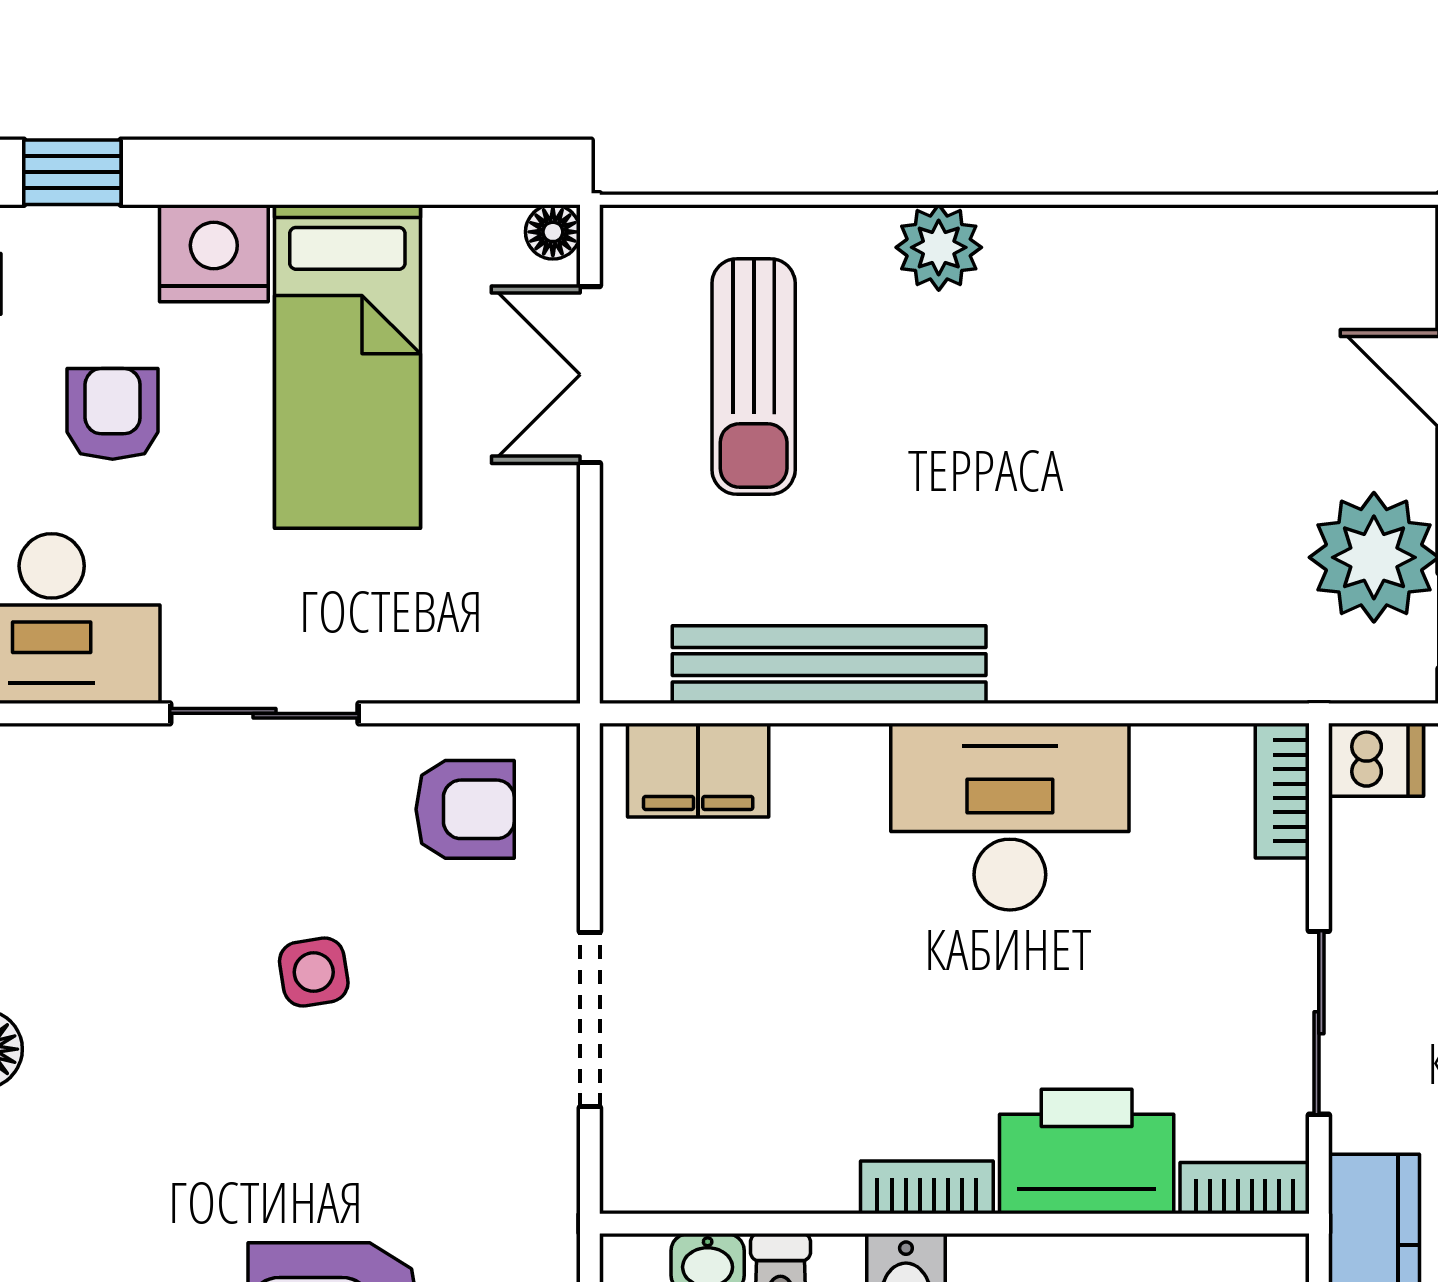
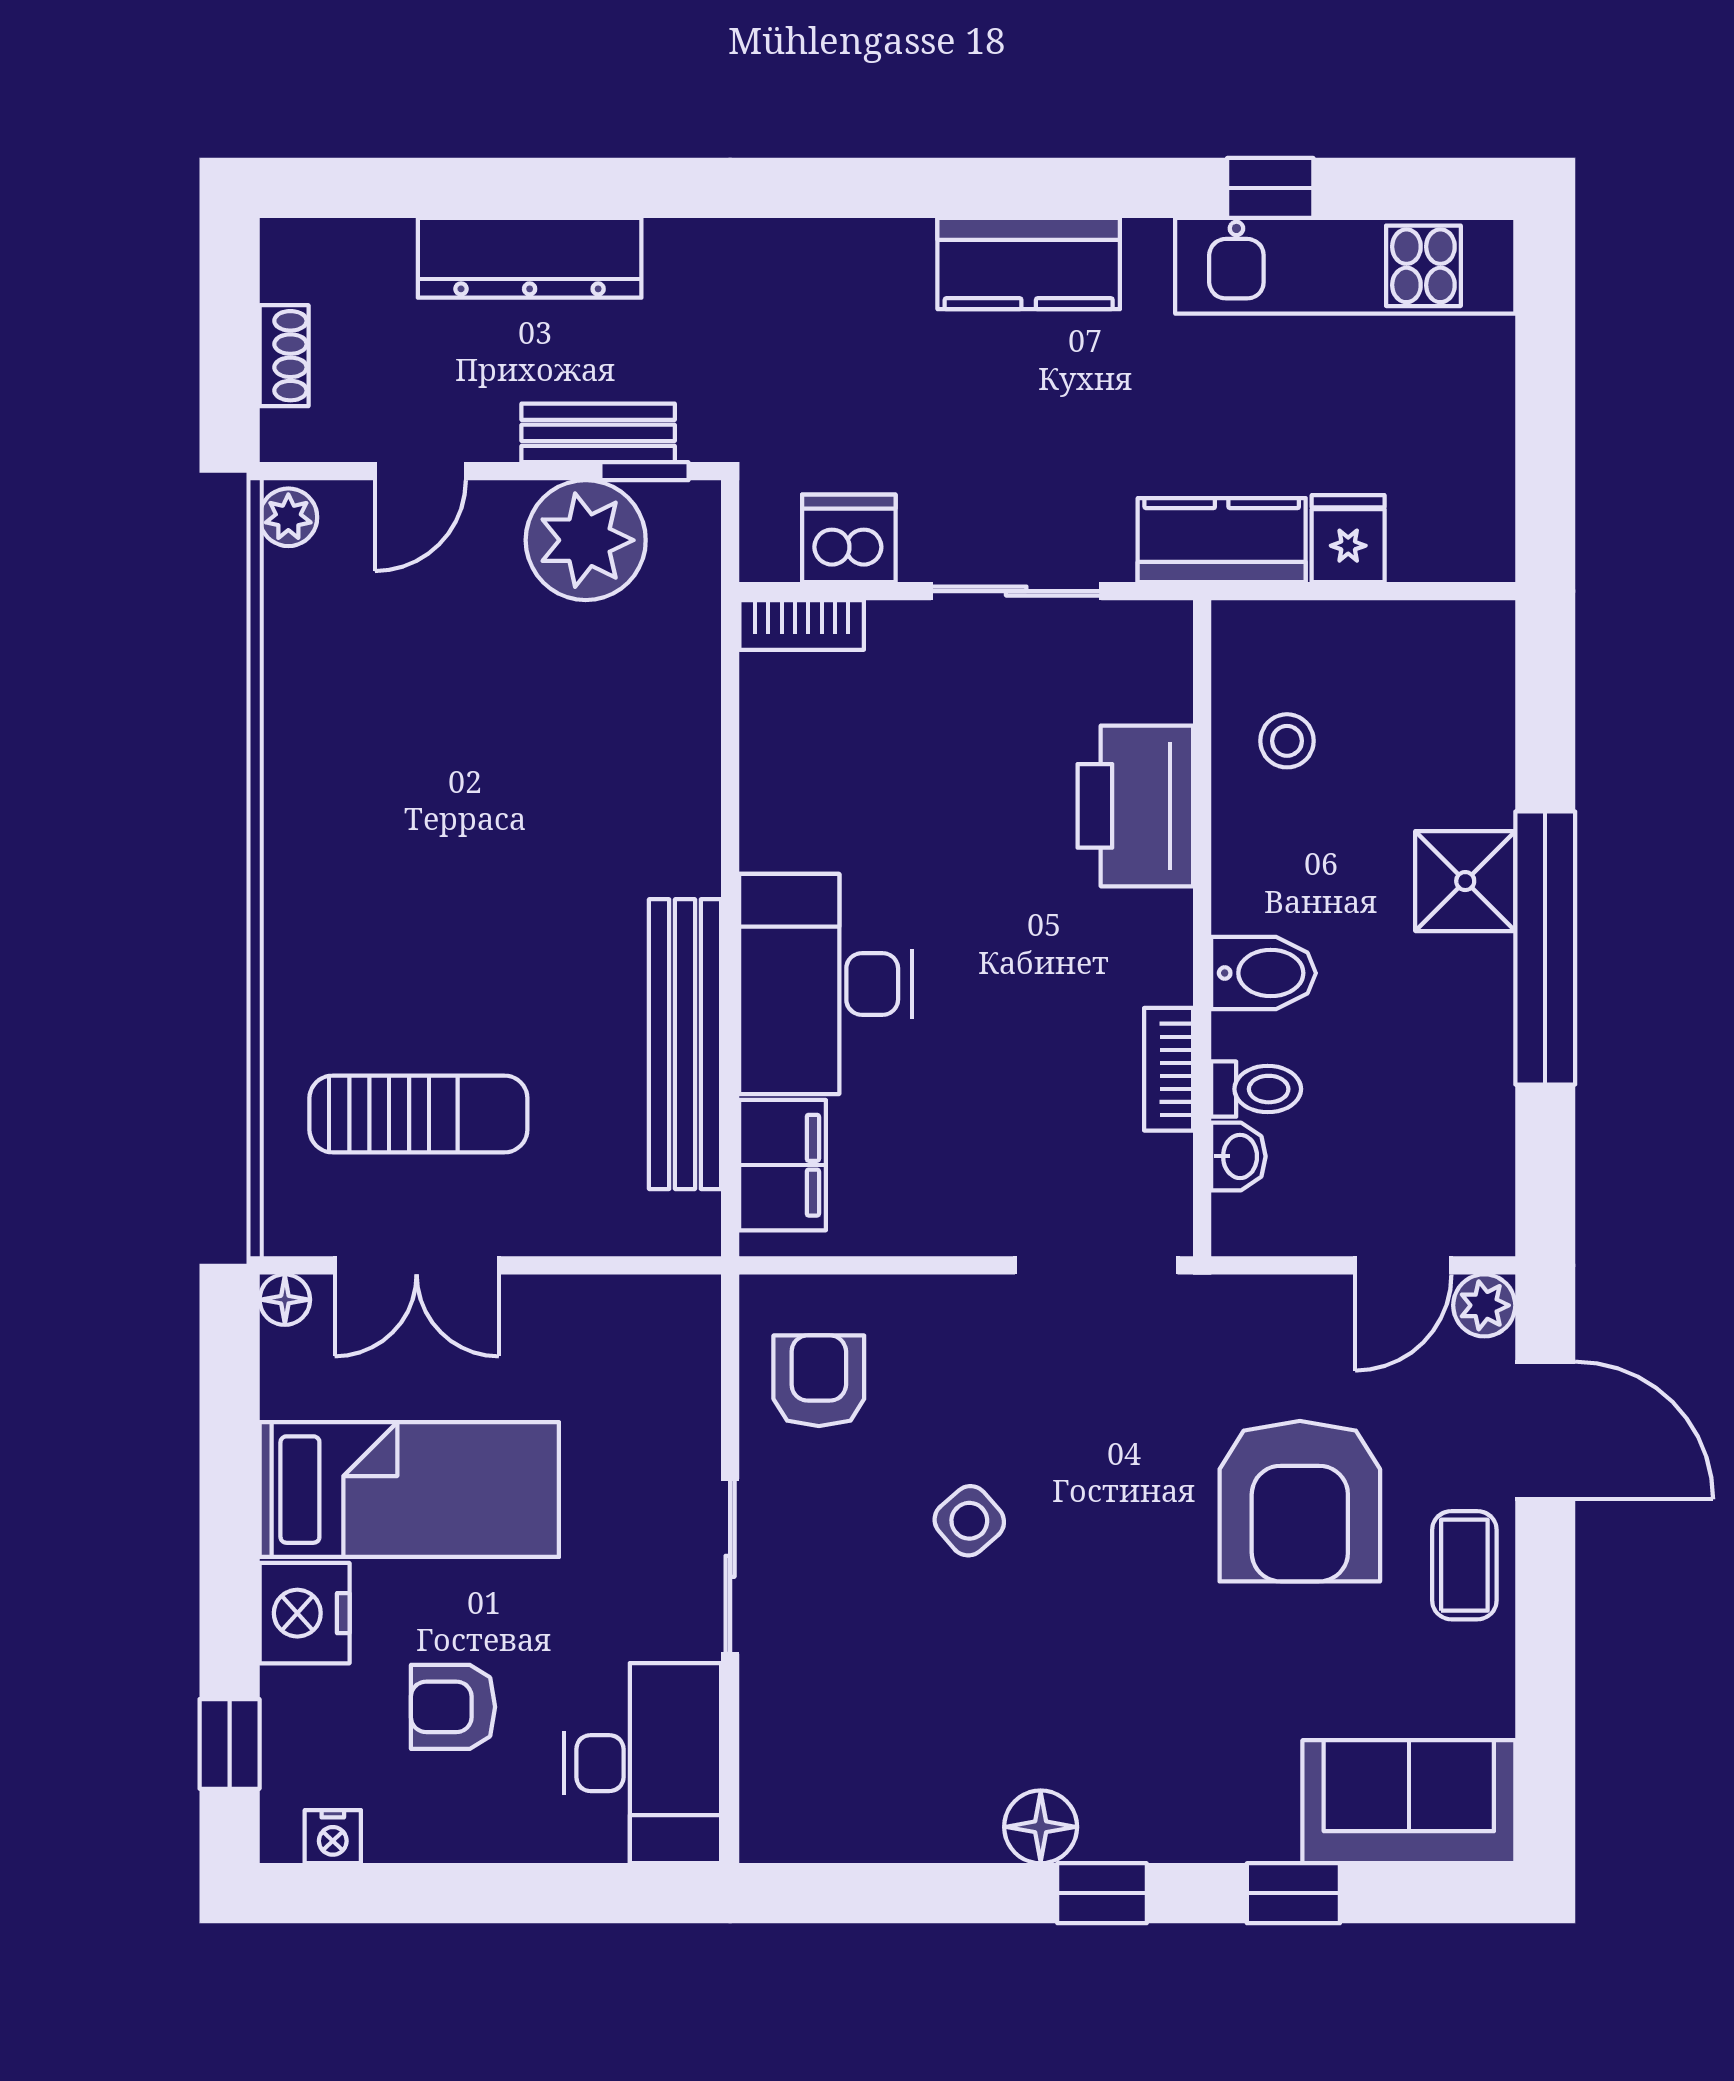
plant: (939, 247) -> (288, 517), moved, width x0.73, depth x0.73
dishwasher: (1376, 760) -> (849, 538), moved, width x1.38
desk: (1010, 817) -> (826, 984), moved
side table: (314, 972) -> (969, 1521), turned -32
doorway: (590, 1020) -> (1096, 1265), moved
bookcase: (927, 1187) -> (1169, 1069), moved
bookcase: (1245, 1188) -> (1169, 660), removed

